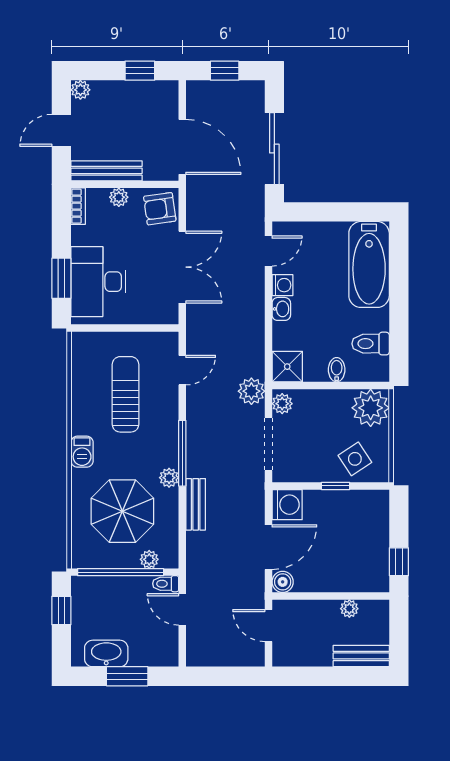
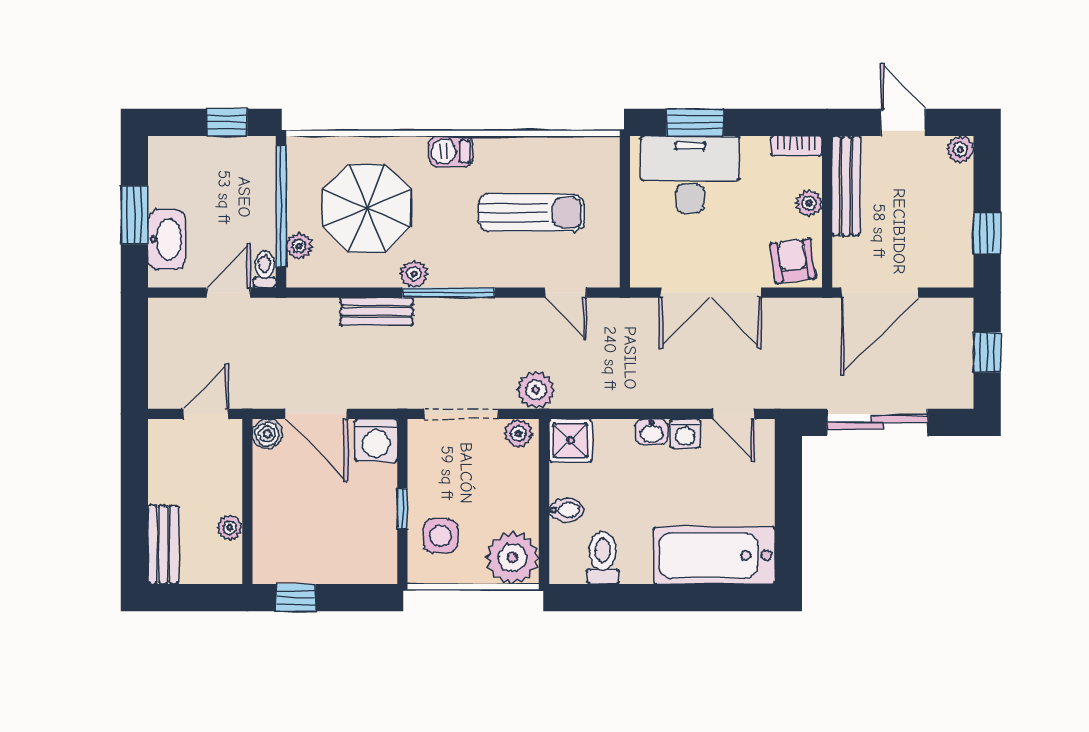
side table: (355, 459) -> (441, 536), turned 33
washbasin: (106, 653) -> (167, 239), moved

